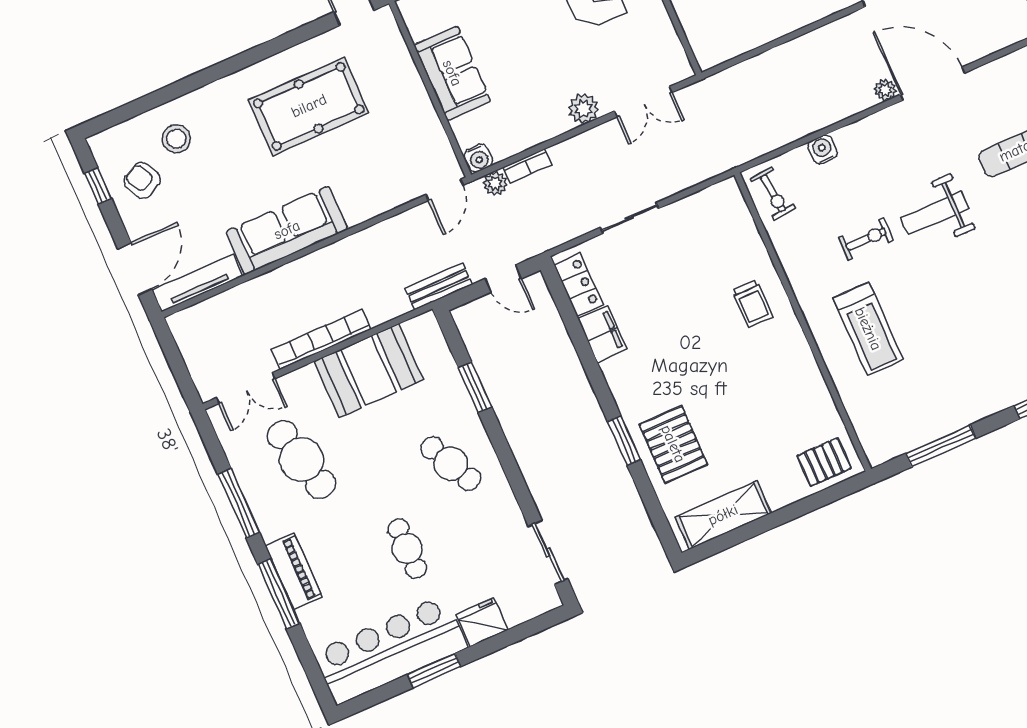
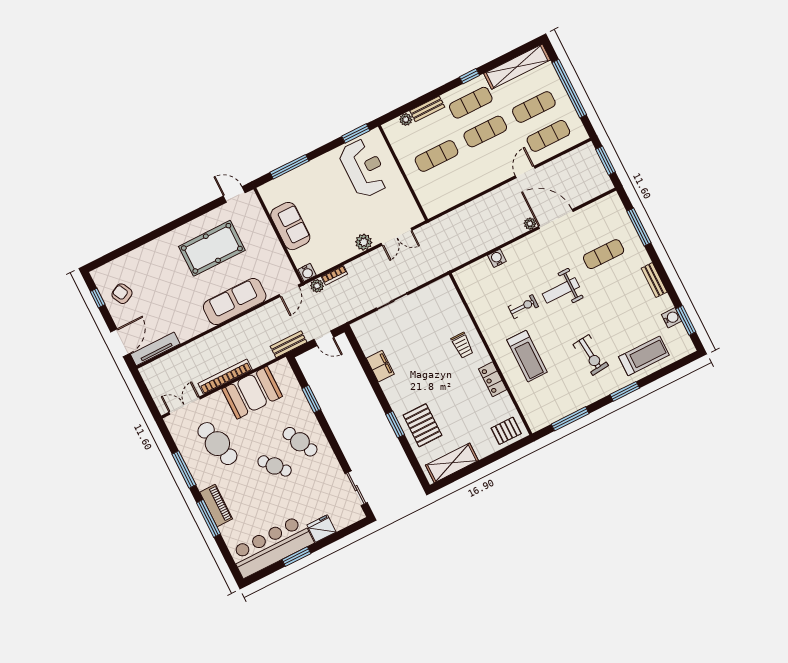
stool: (176, 139) -> (140, 270), removed
exercise bike: (773, 193) -> (591, 355), moved, width x1.38, depth x1.39
sofa: (287, 230) -> (235, 302), moved
locker: (578, 285) -> (493, 379), moved, turned 180
double door: (246, 388) -> (185, 406), swing flipped
cafe table: (407, 548) -> (275, 466), moved, turned -41

